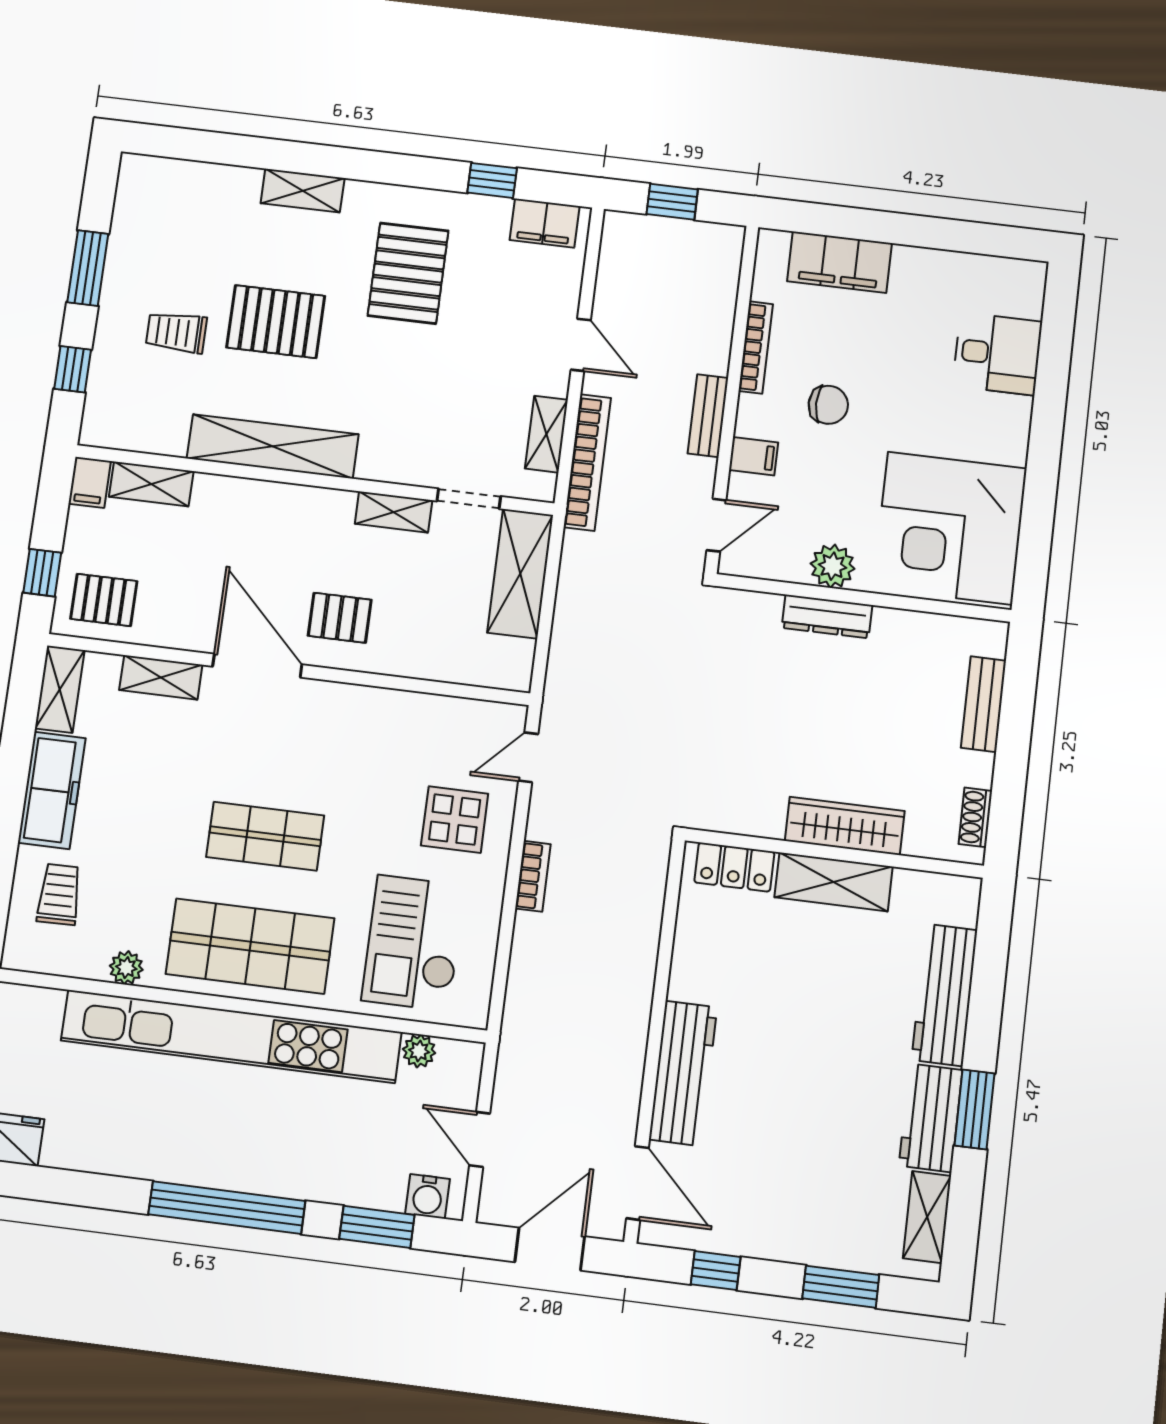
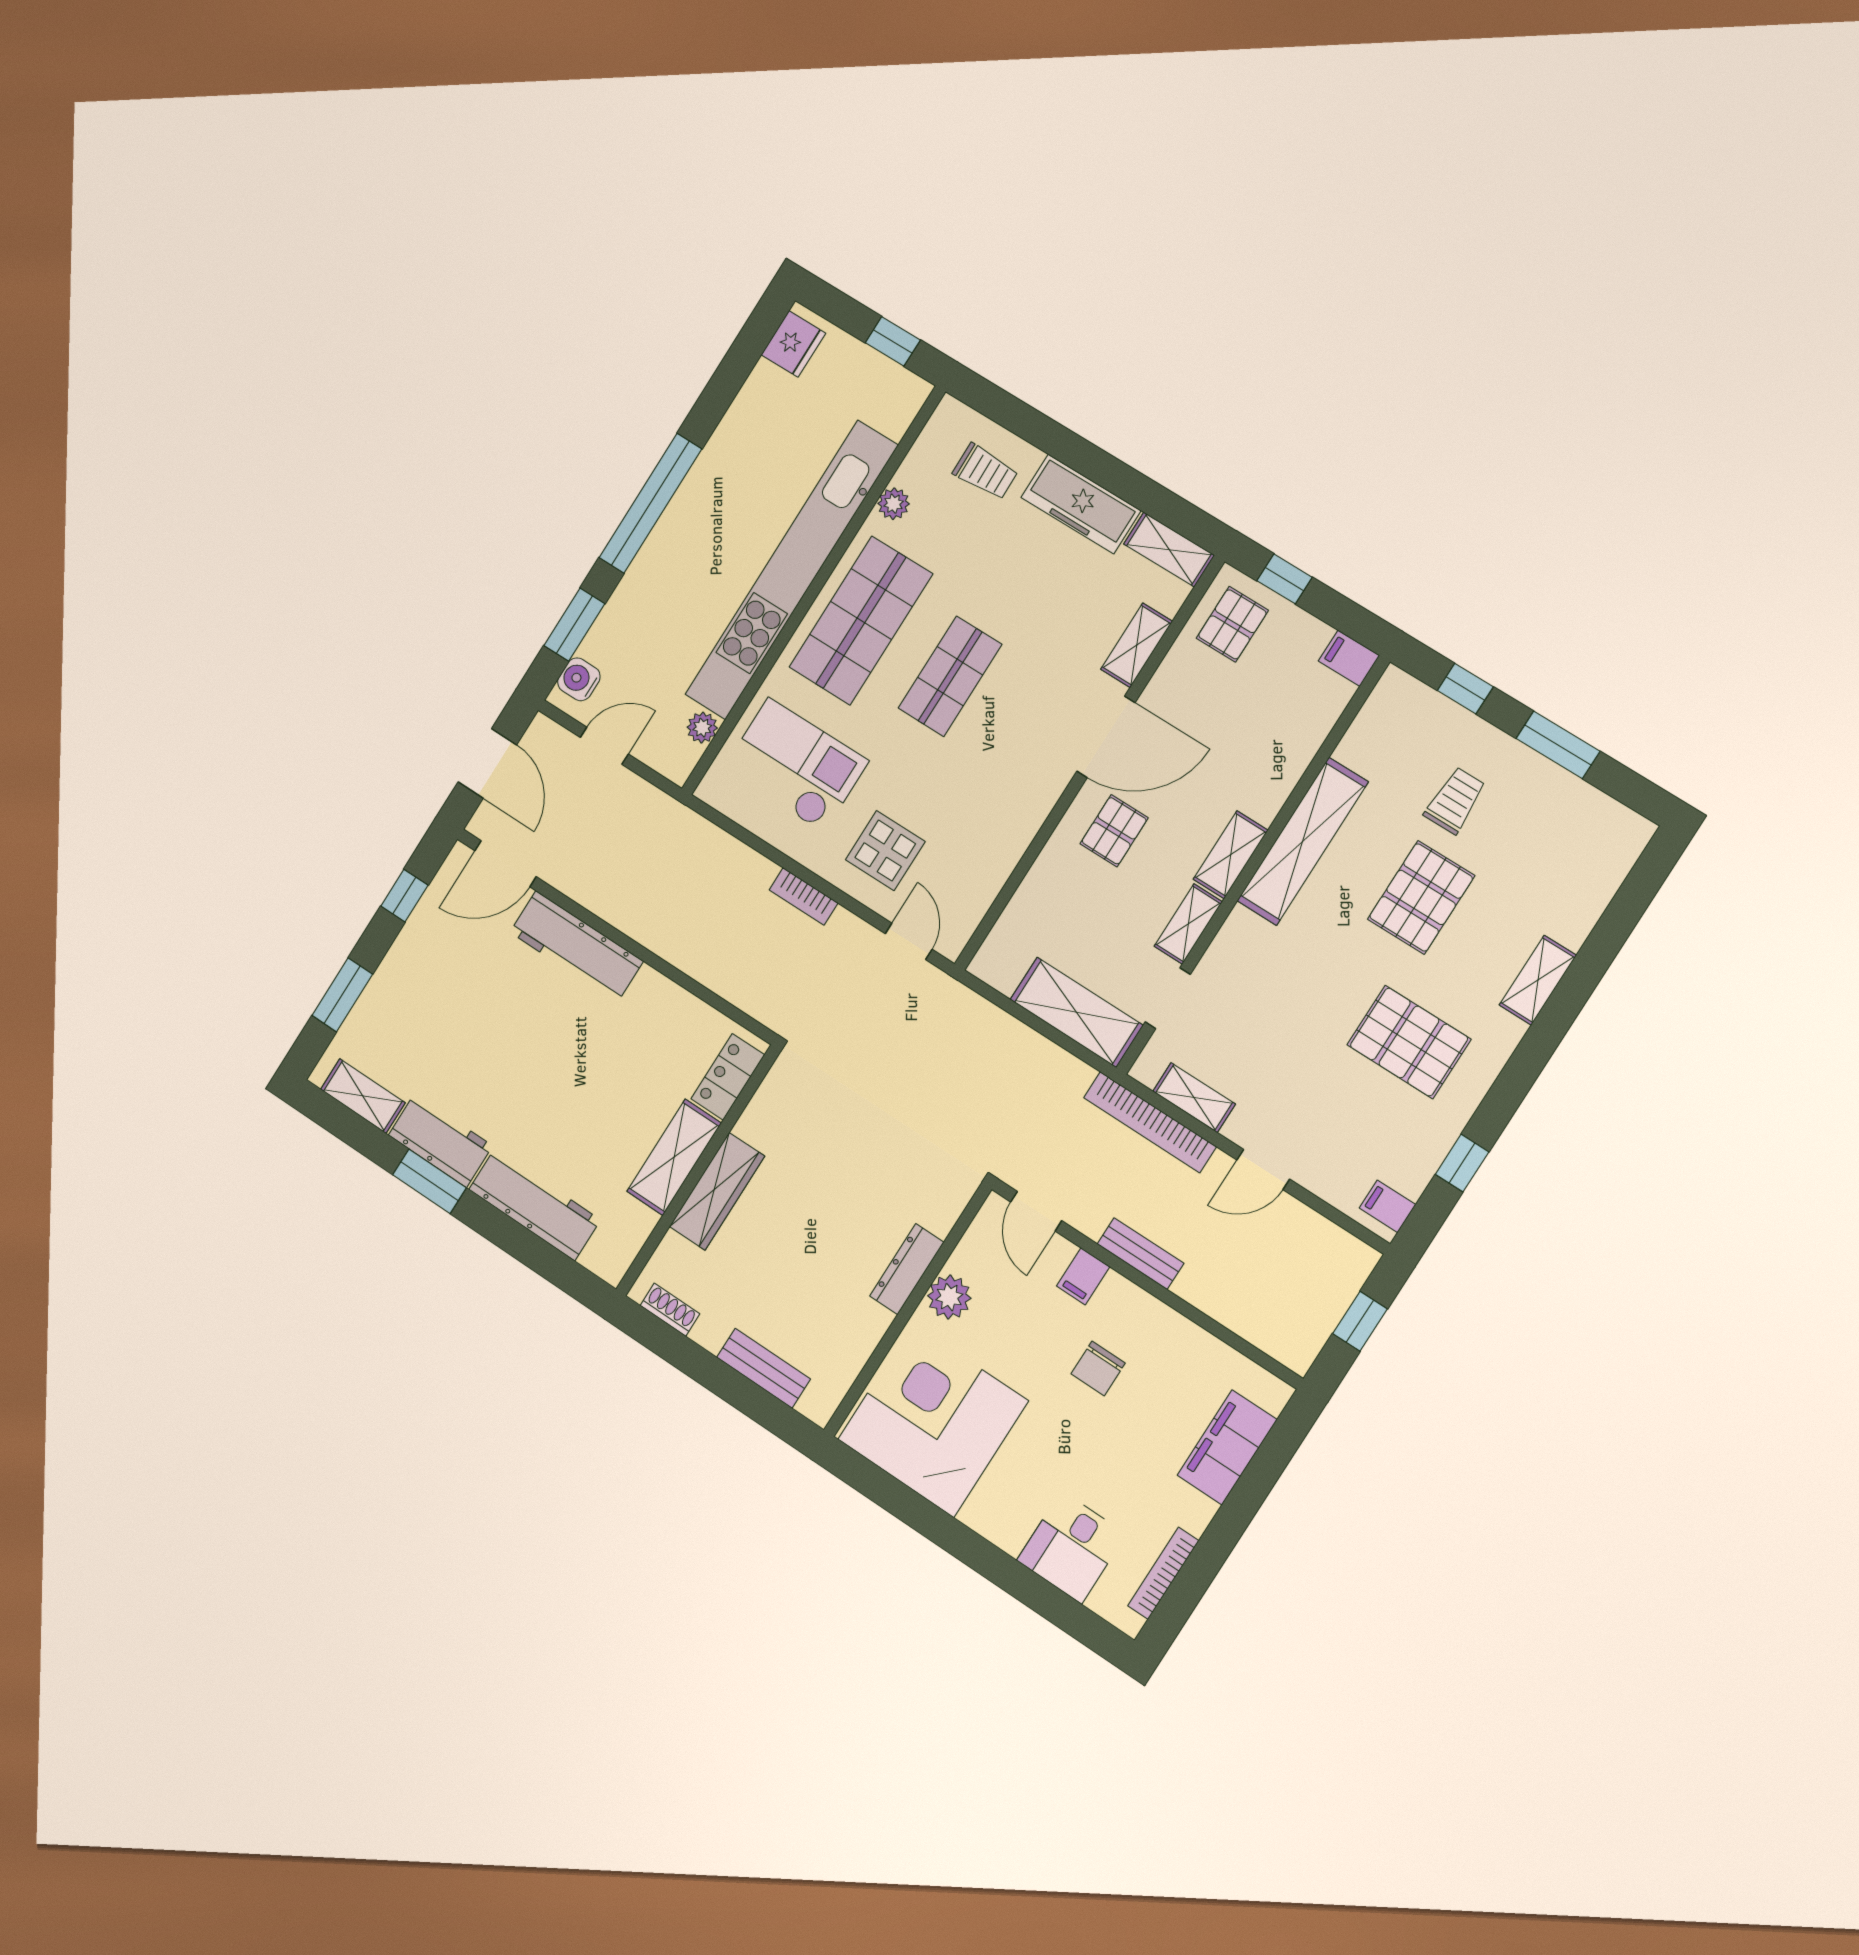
filing cabinet: (545, 223) -> (1387, 1206), width x0.50
bookcase: (756, 347) -> (1163, 1573), moved, turned 90
shelving: (151, 484) -> (1231, 855), moved

